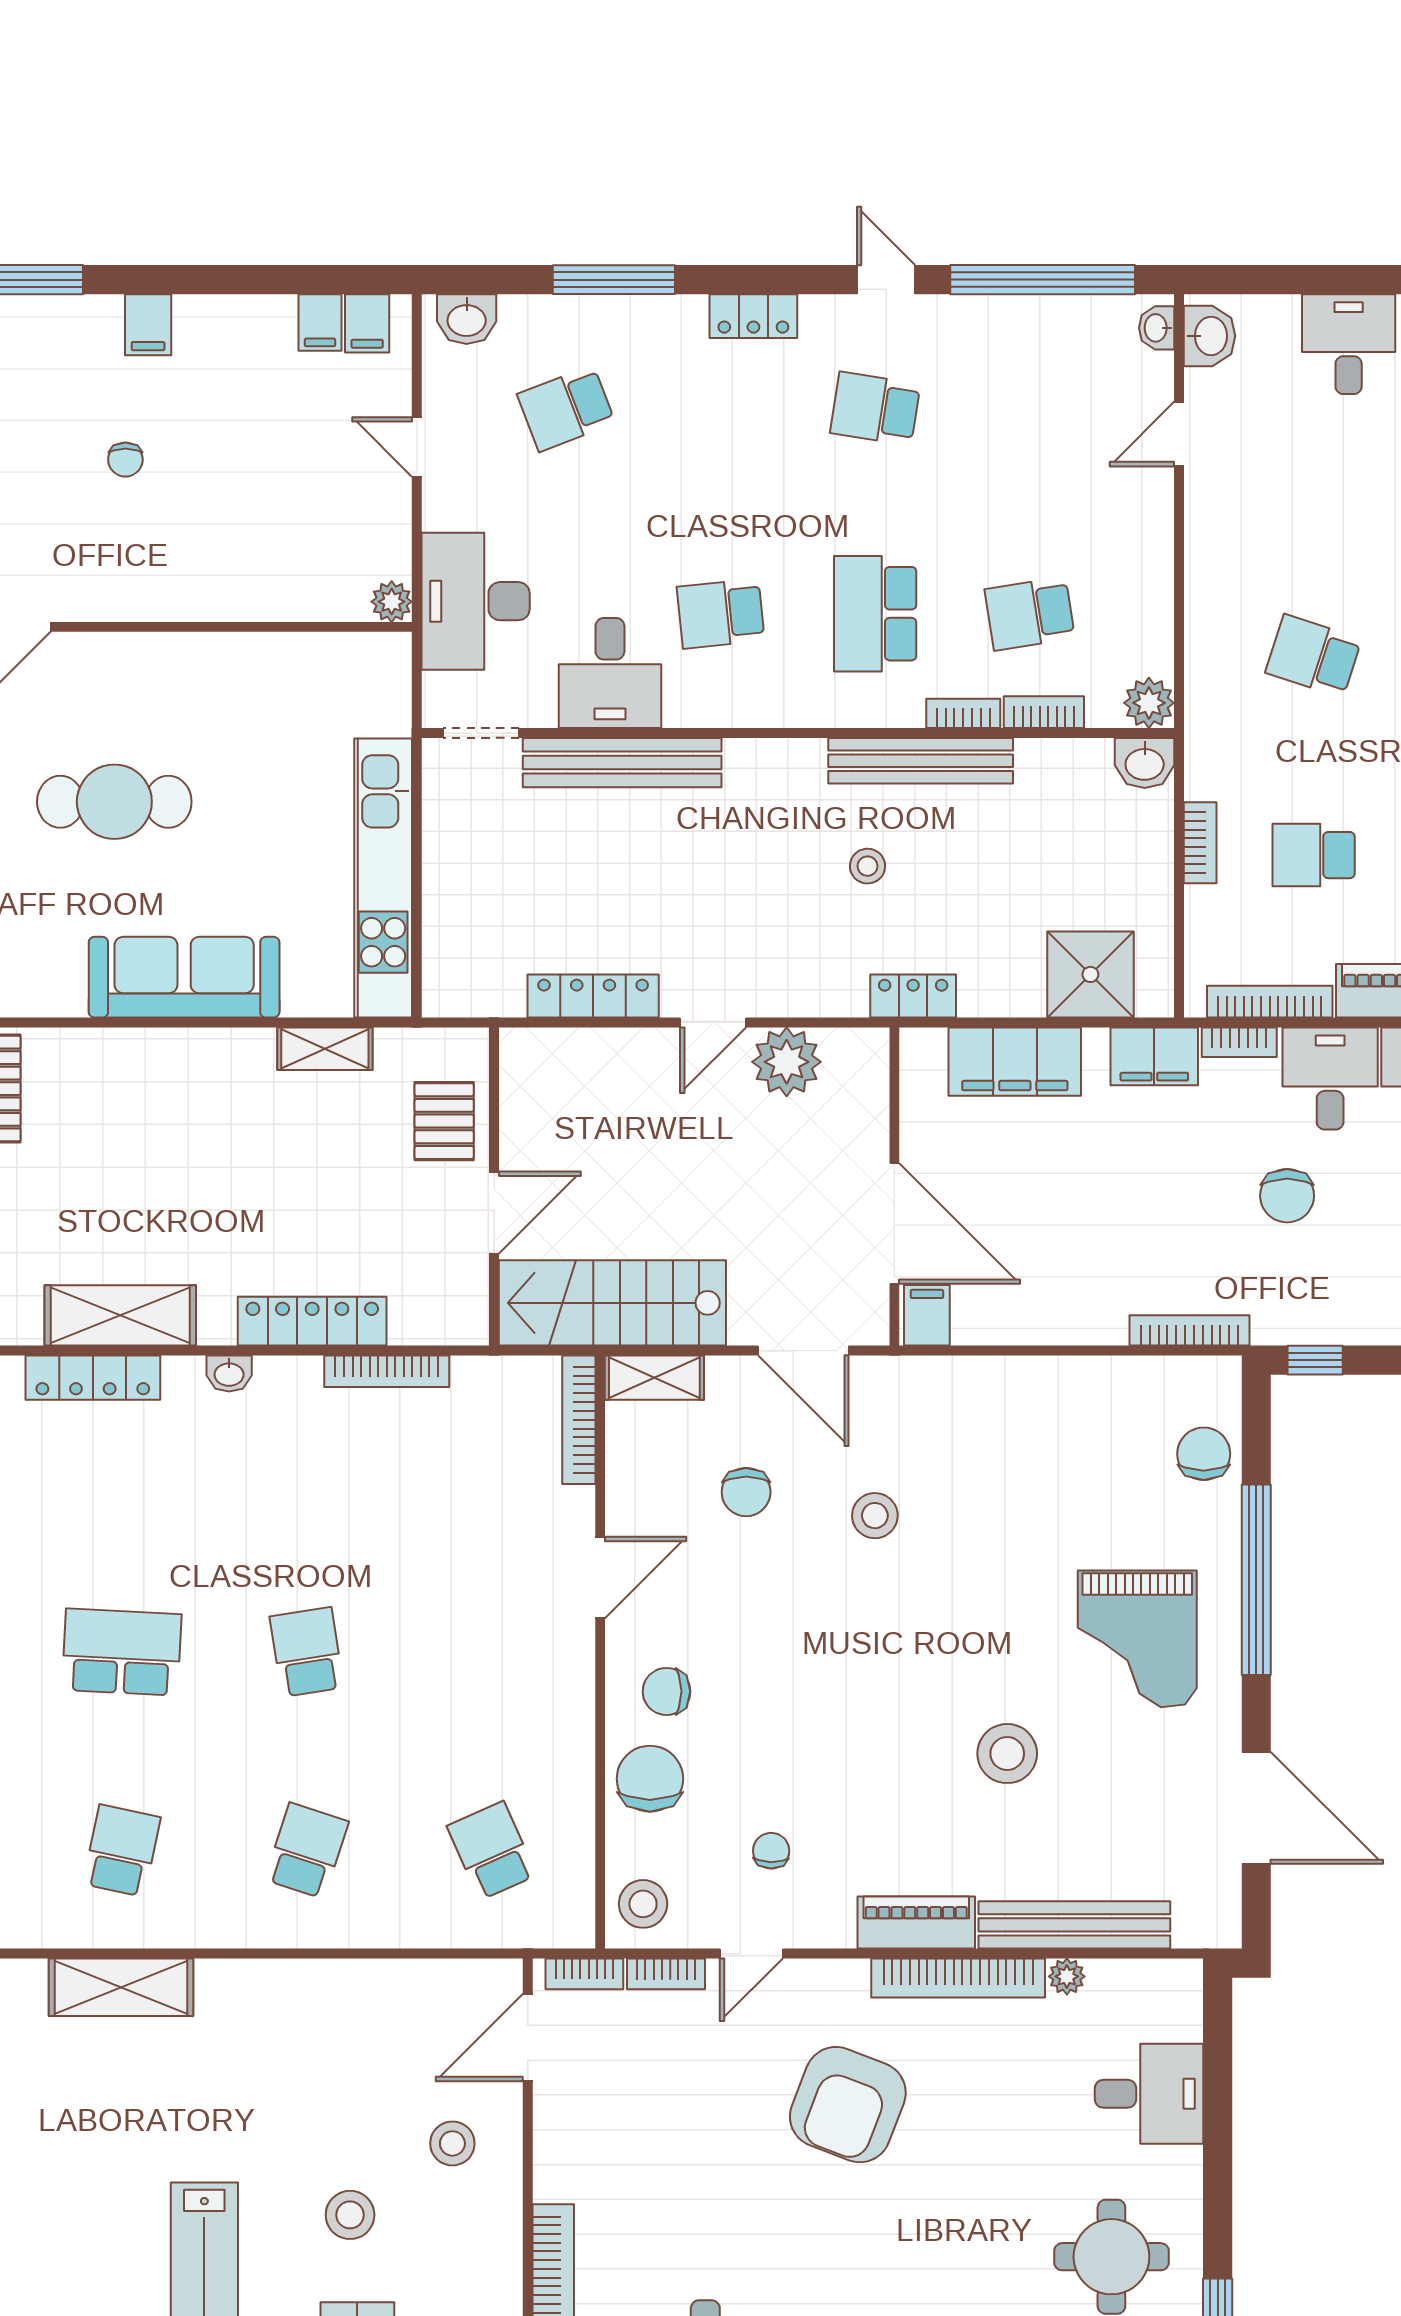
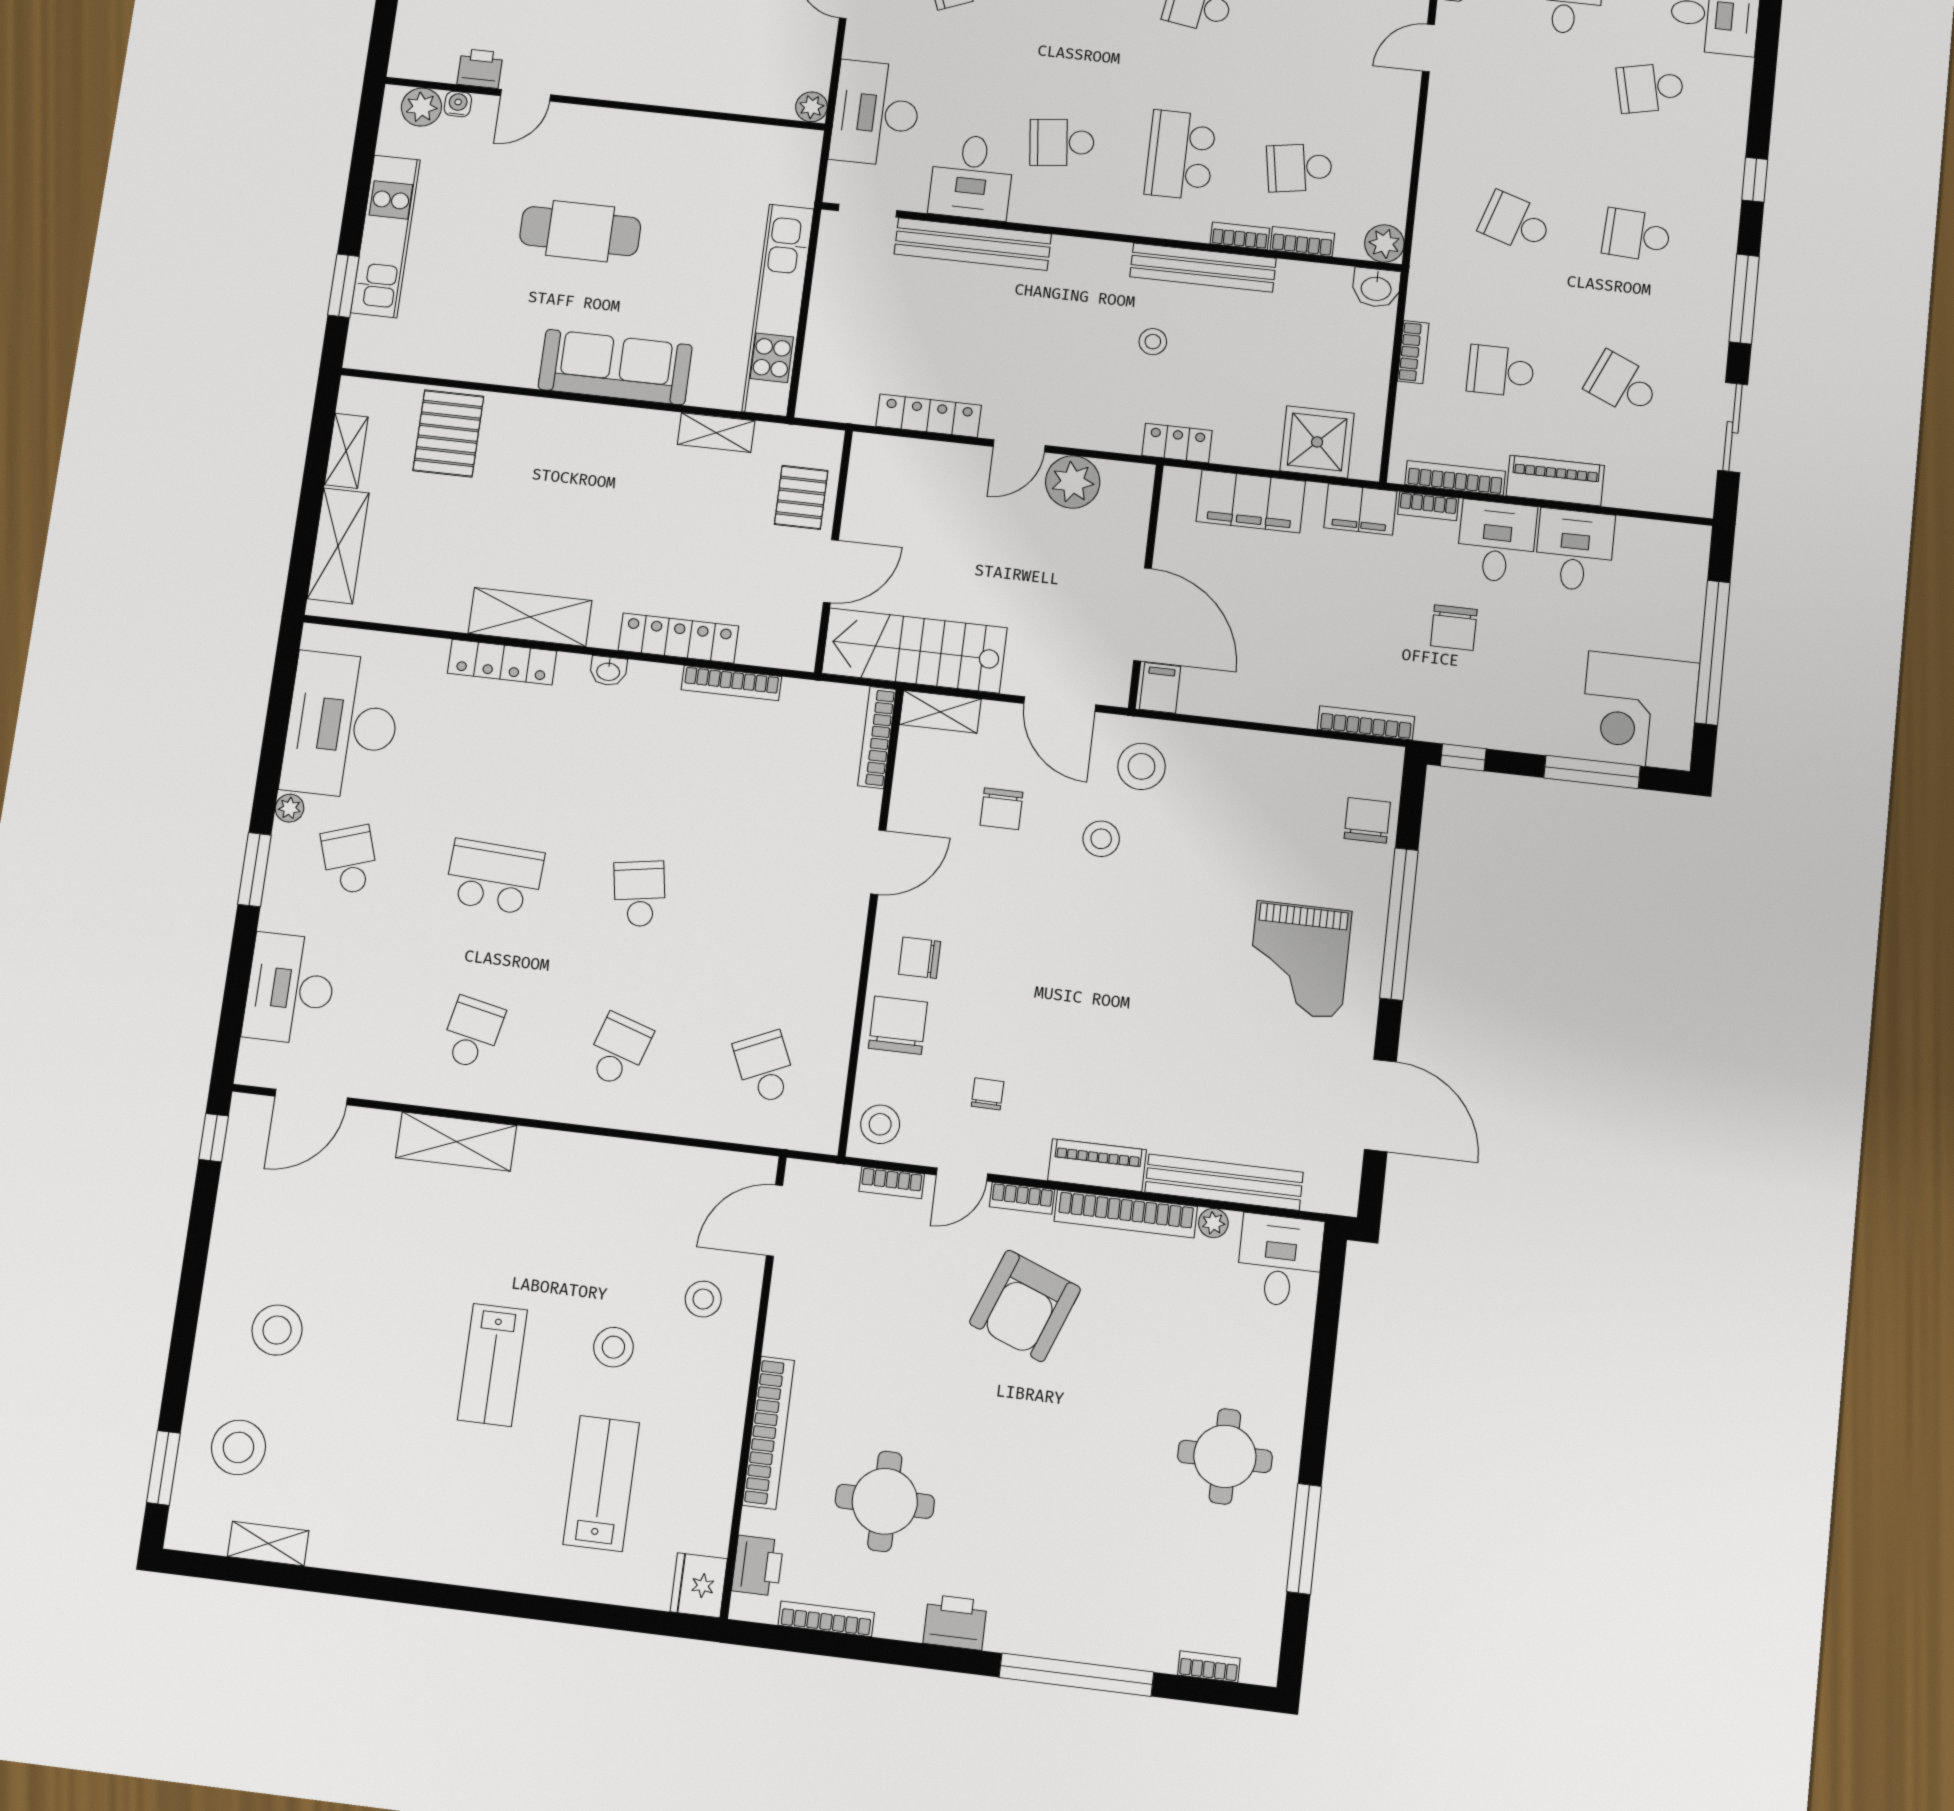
stool: (1007, 1754) -> (1142, 766), moved
bookcase: (584, 1974) -> (1022, 1198), moved
desk: (1149, 2094) -> (1280, 1261), moved, turned -90

